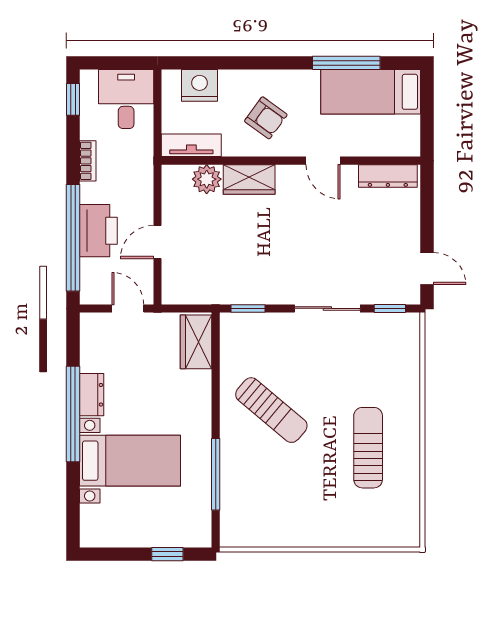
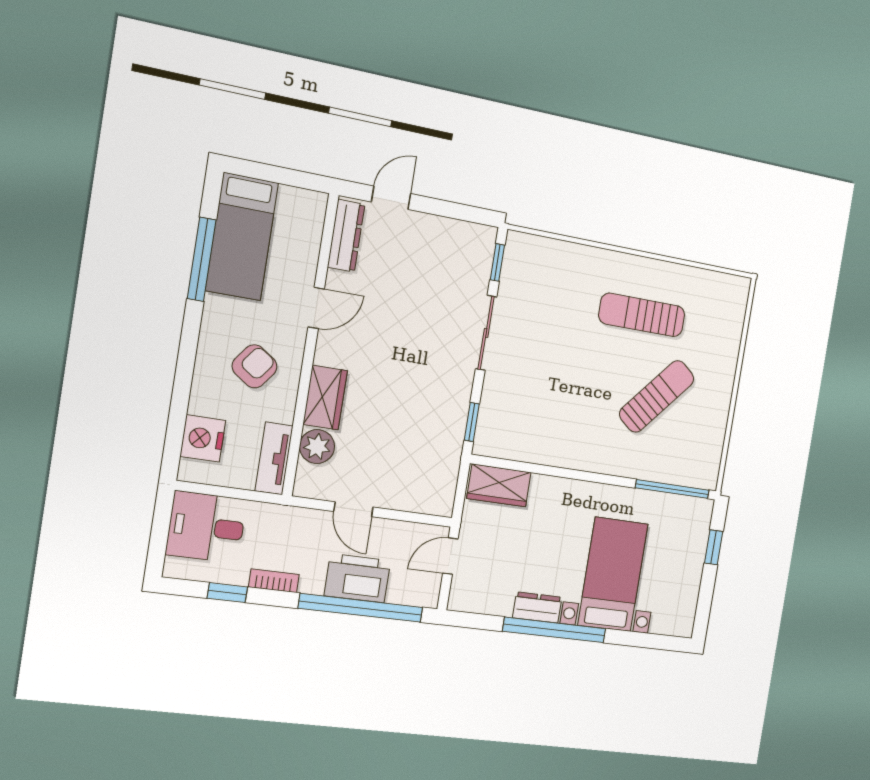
window: (73, 99) -> (227, 593), moved
door: (158, 242) -> (353, 509), moved
door: (427, 268) -> (391, 198), moved
sun lounger: (271, 410) -> (657, 396), moved
window: (216, 474) -> (672, 489), moved

